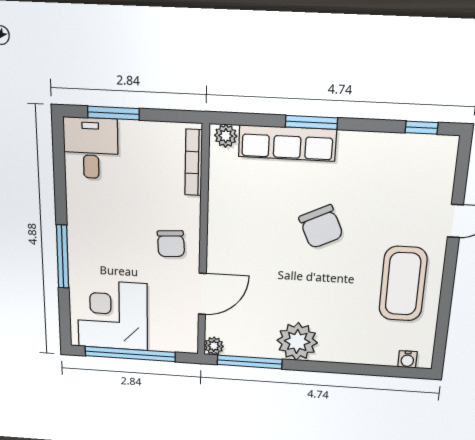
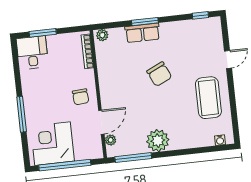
row of seats: (287, 143) -> (142, 33), width x0.68
plant: (214, 346) -> (111, 140), moved

